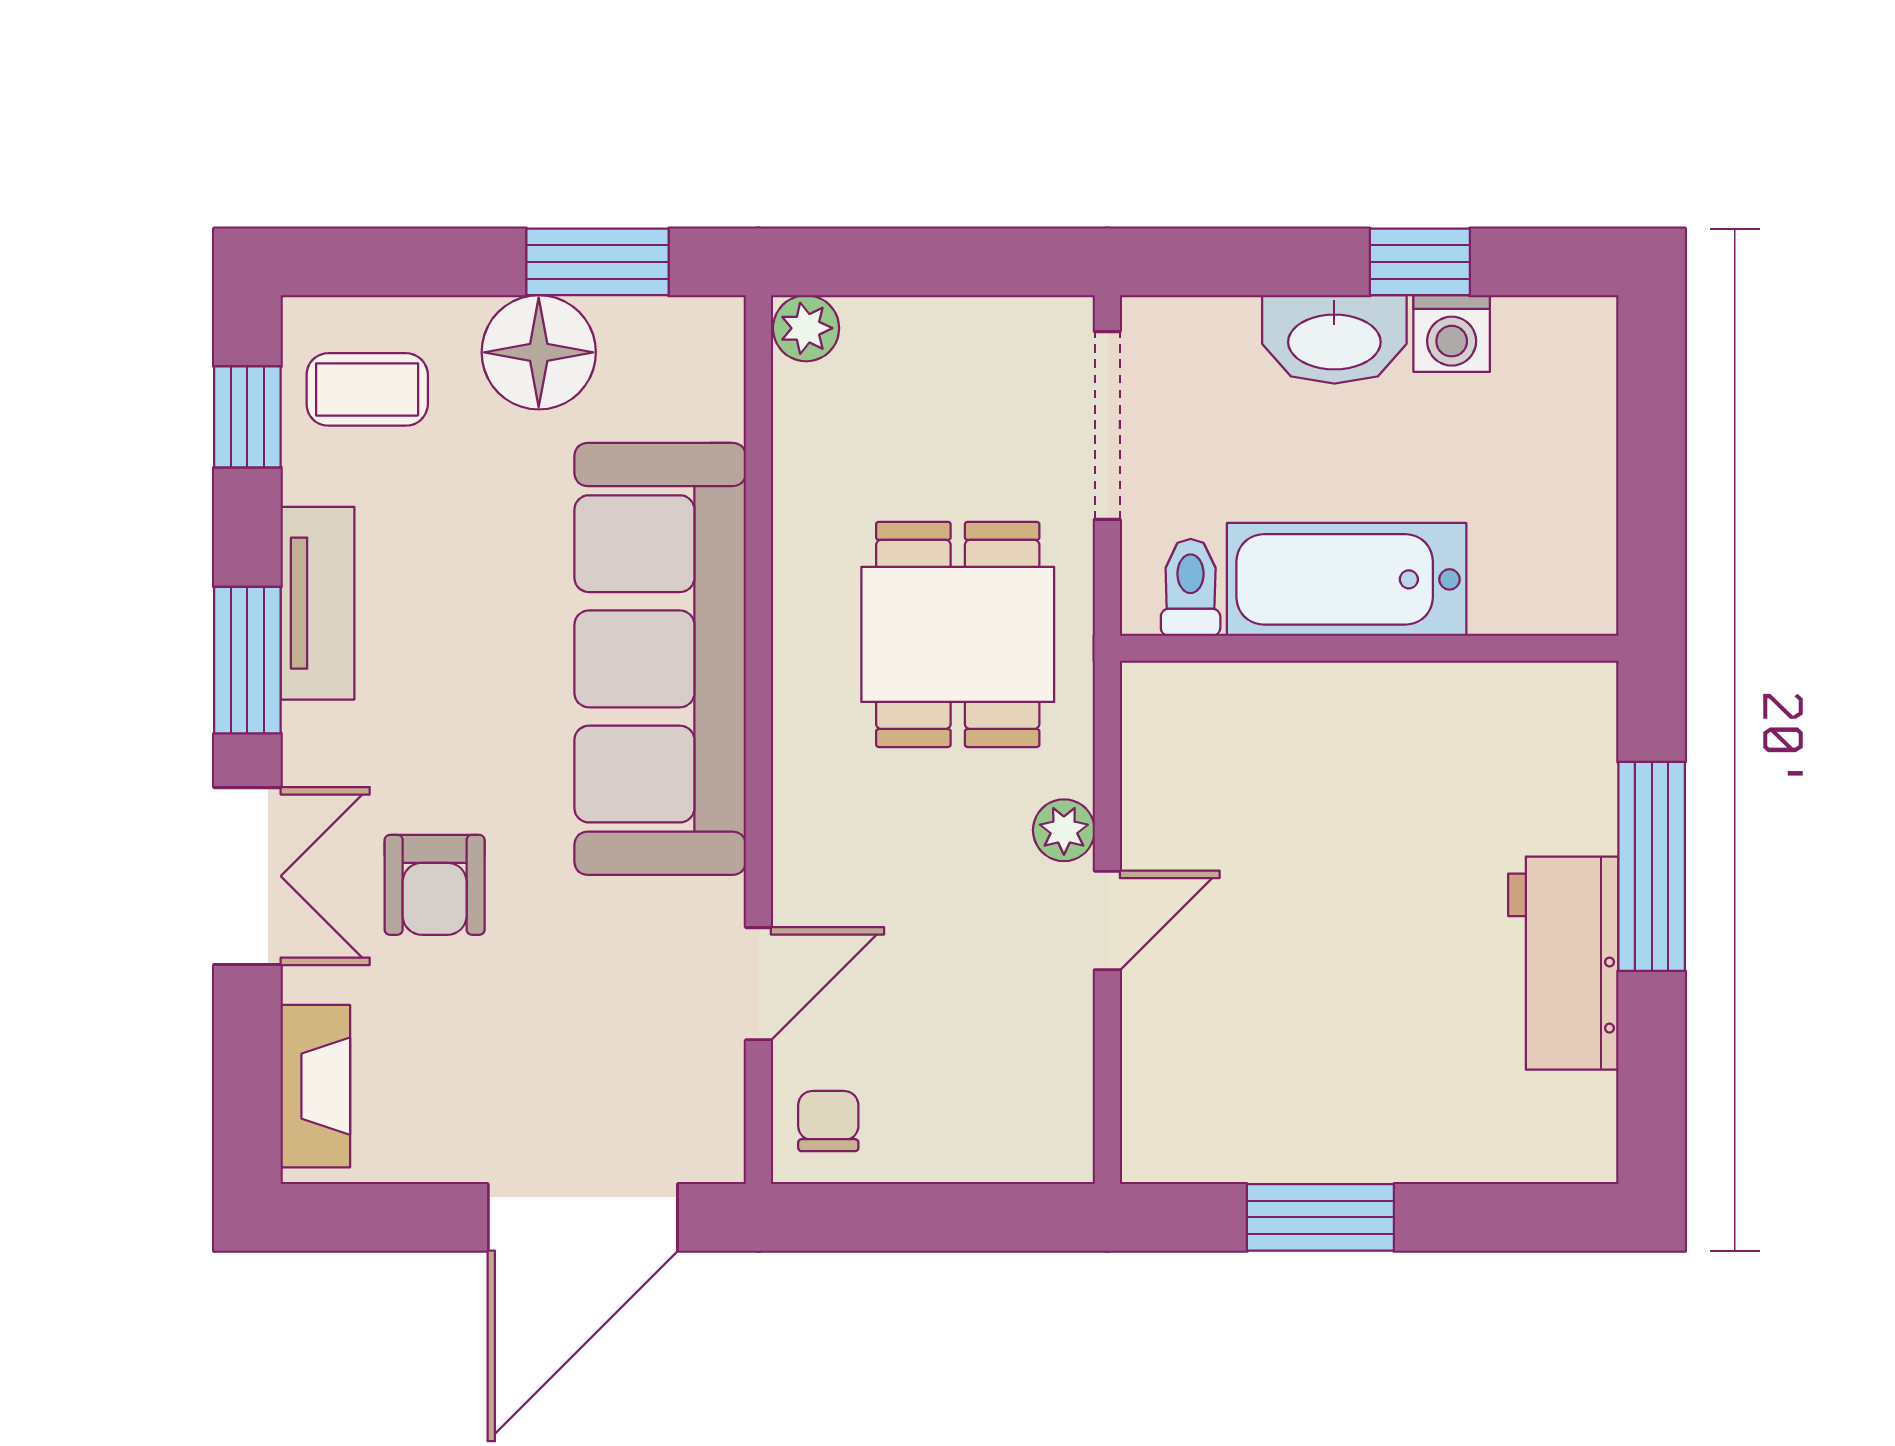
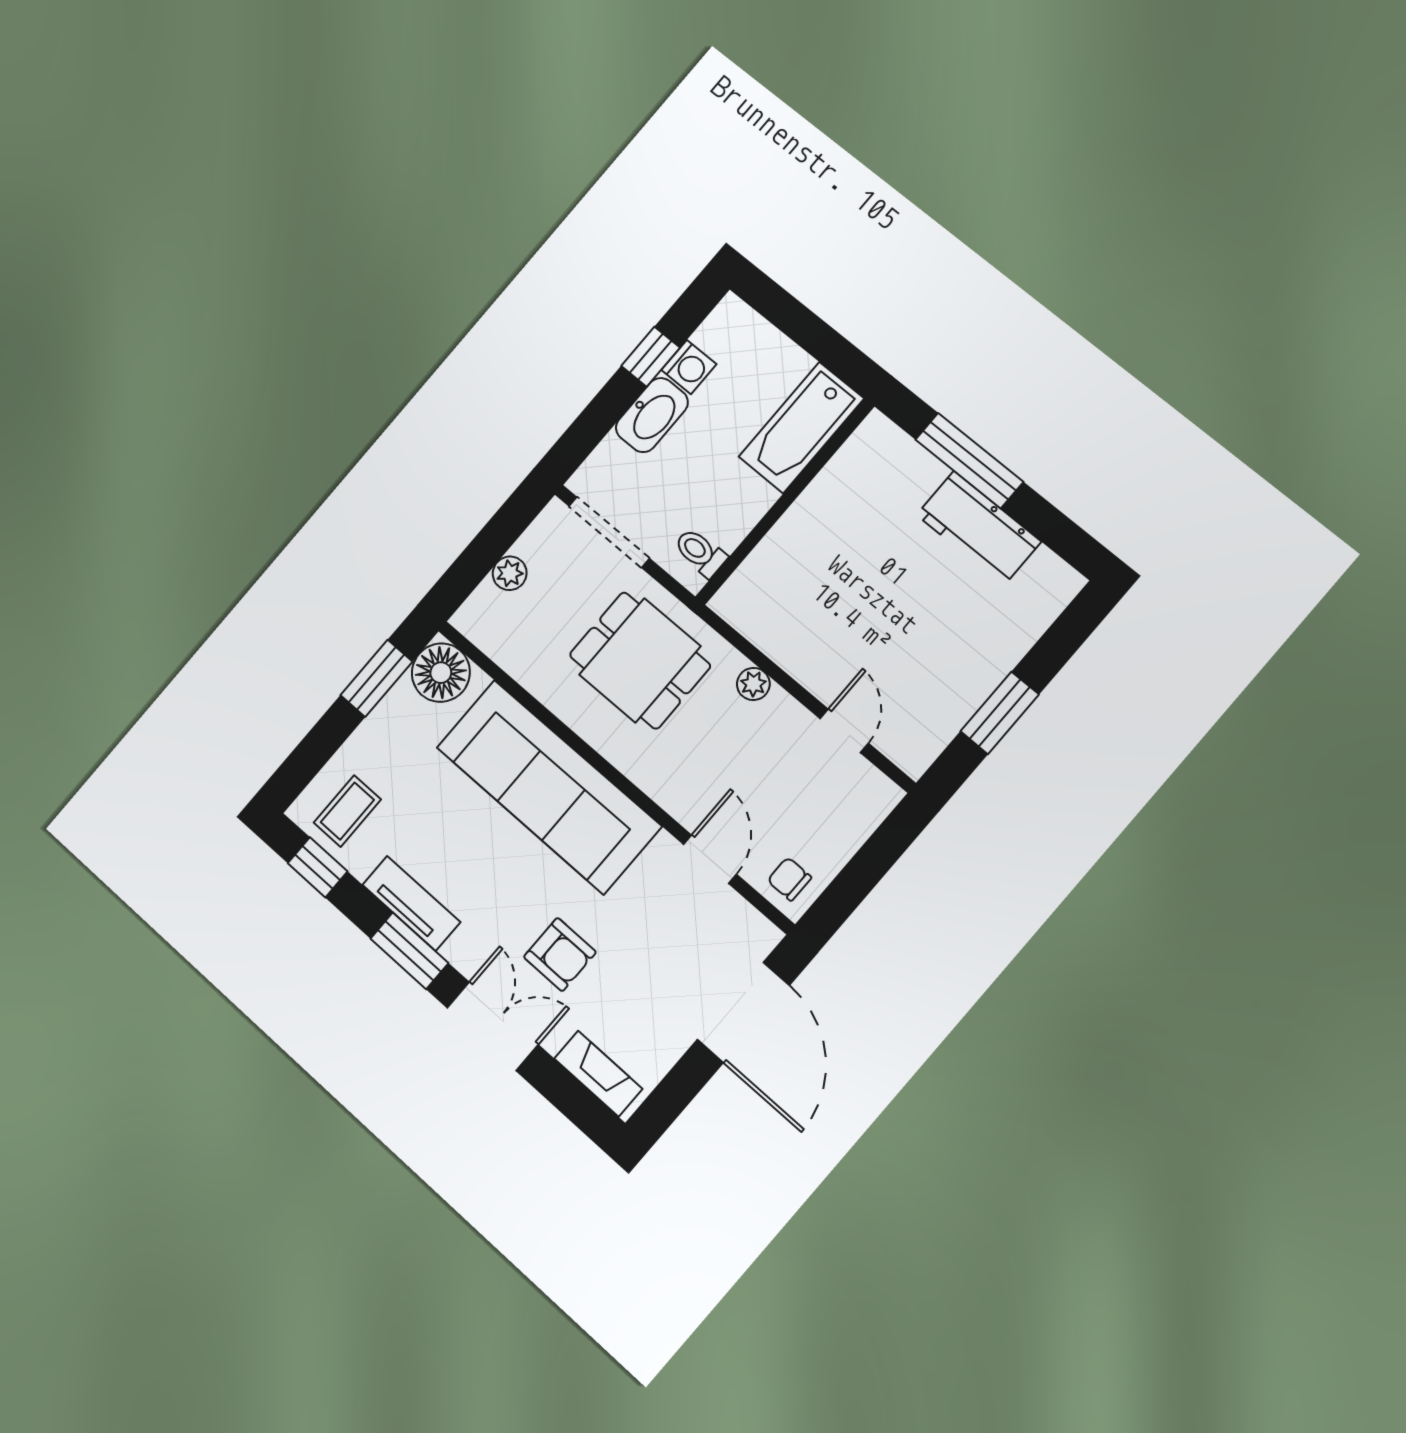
plant: (806, 328) -> (510, 573), moved
floor lamp: (539, 352) -> (441, 673), moved
bathtub: (1347, 579) -> (801, 428), moved
door: (1107, 920) -> (844, 731), moved

